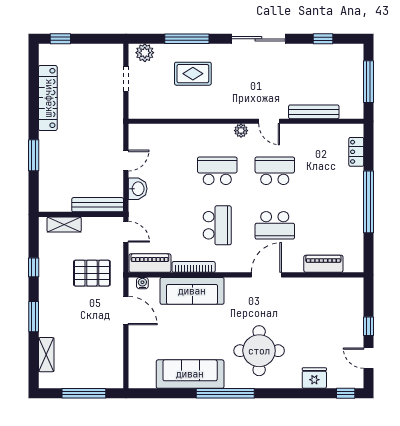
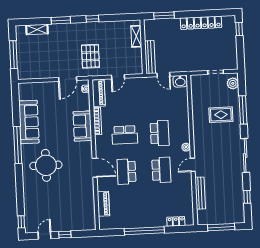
rug: (193, 74) -> (221, 115), turned 90
washbasin: (138, 189) -> (180, 81), moved
bench: (98, 205) -> (150, 57), moved
wall: (81, 214) -> (143, 47), moved
shelving: (64, 224) -> (136, 36), moved
sofa: (192, 291) -> (82, 126), width x0.73
fridge: (314, 378) -> (30, 201), removed

